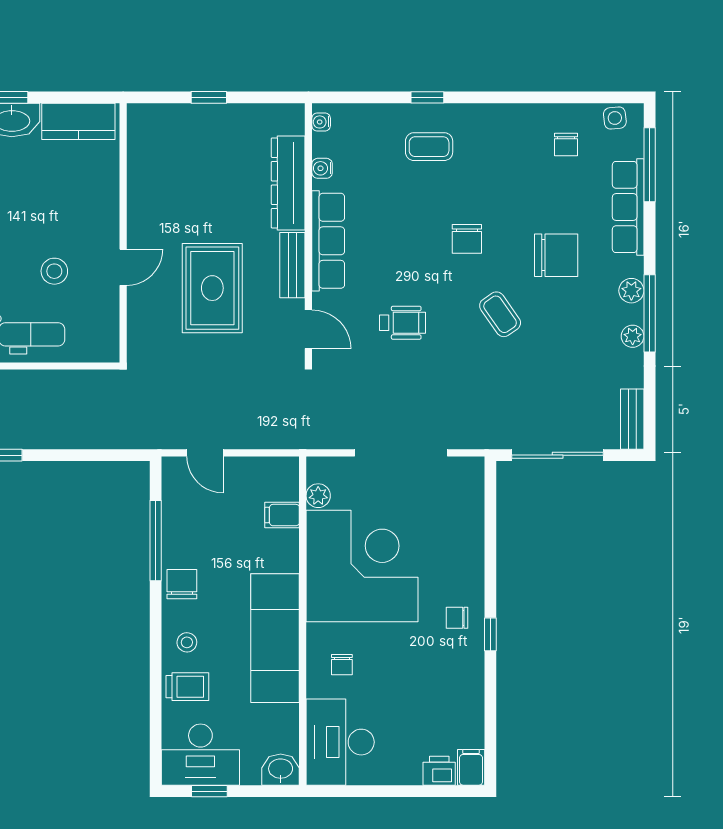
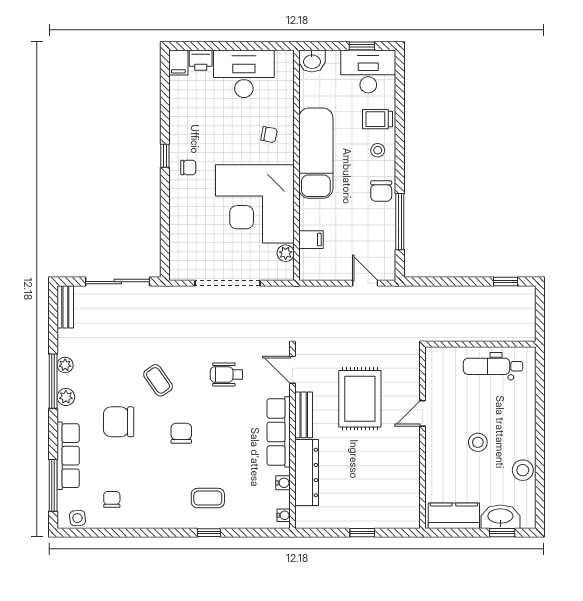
stool: (54, 271) -> (478, 442), moved
chair: (342, 665) -> (269, 135), turned 100
desk: (340, 742) -> (244, 74), moved, turned -90

